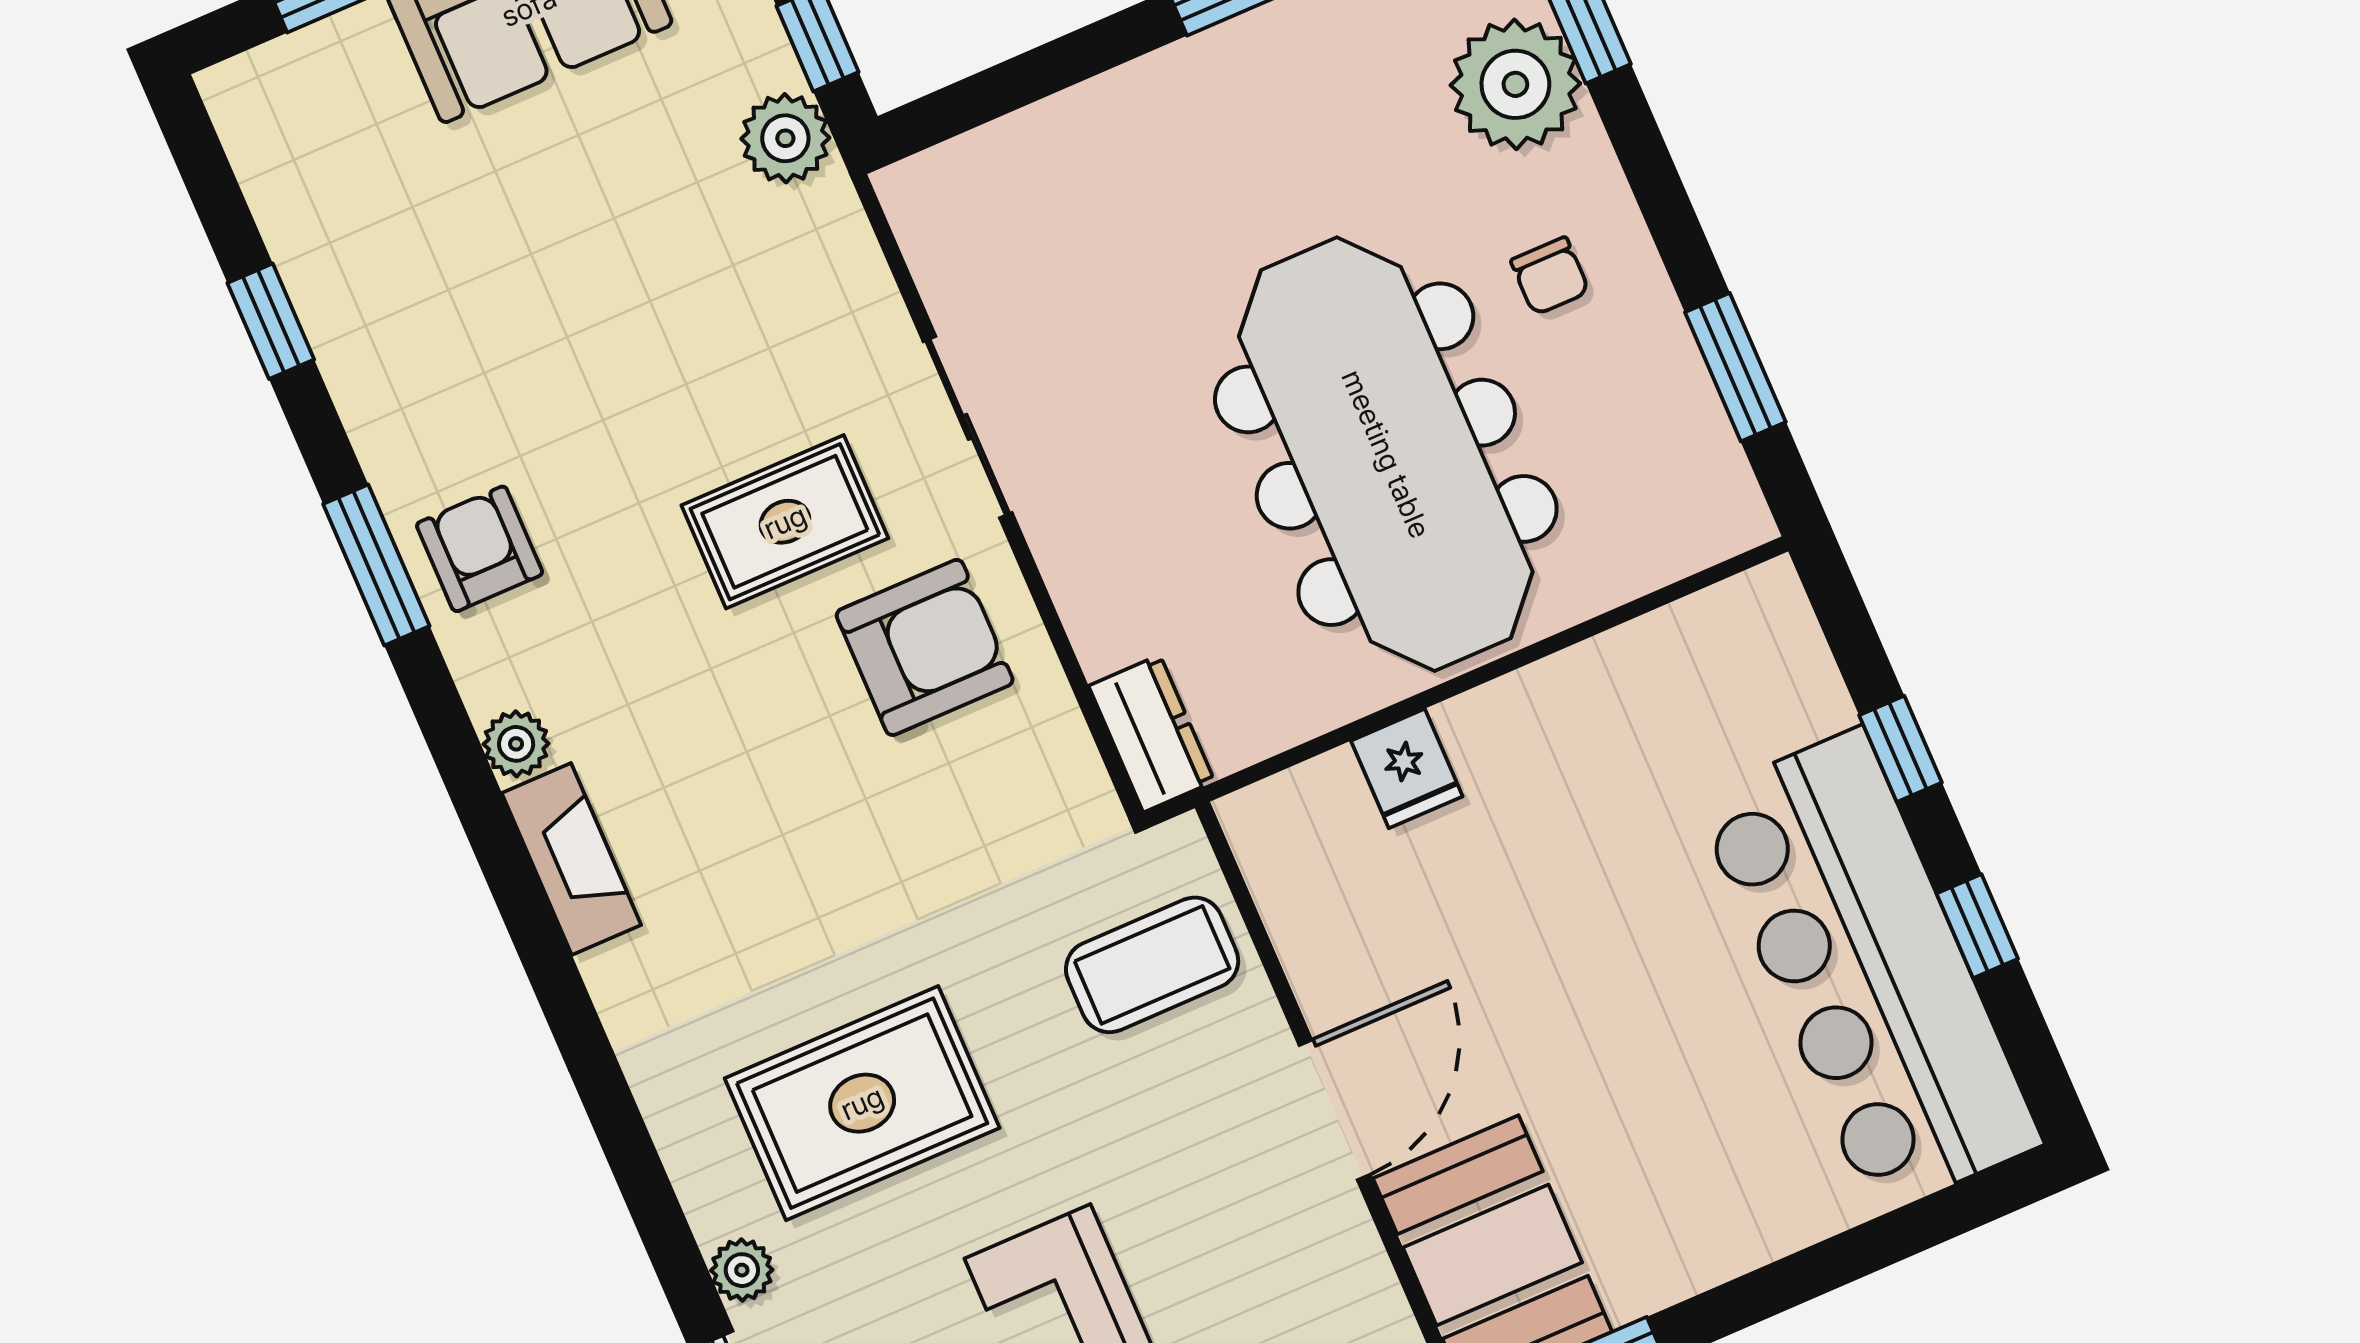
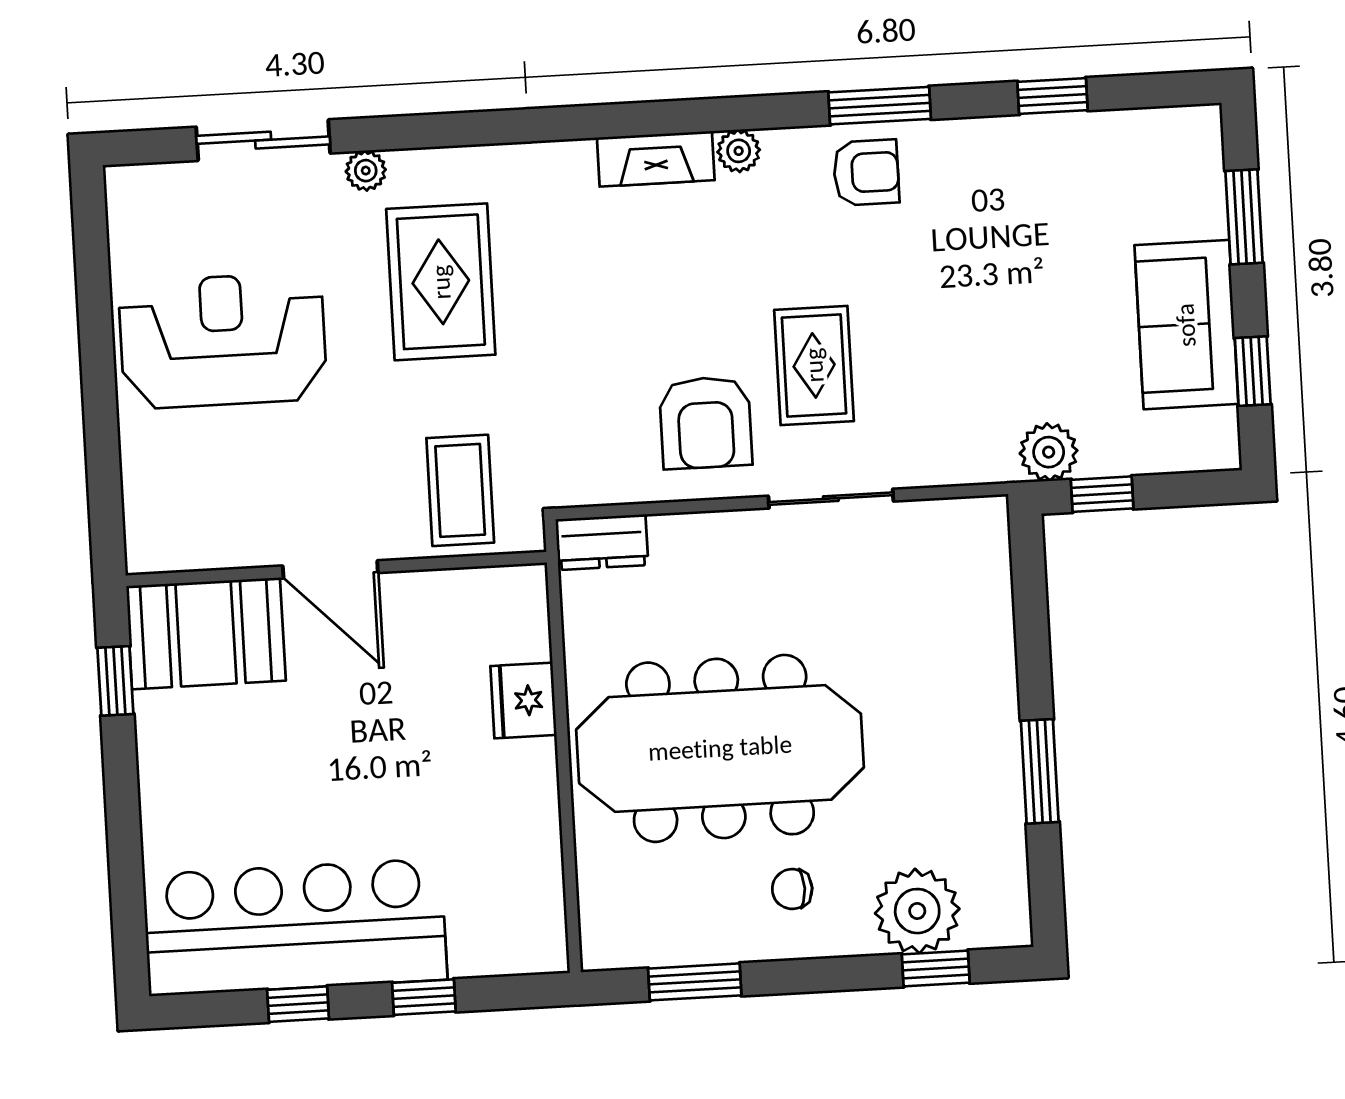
fridge: (1407, 769) -> (524, 701), width x1.38

